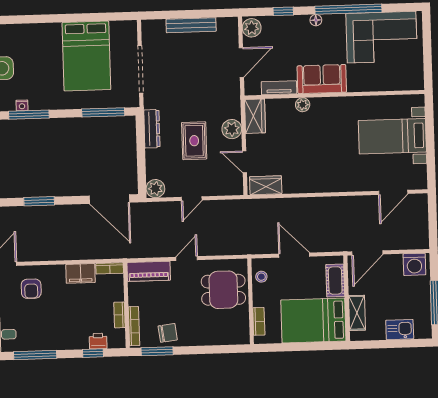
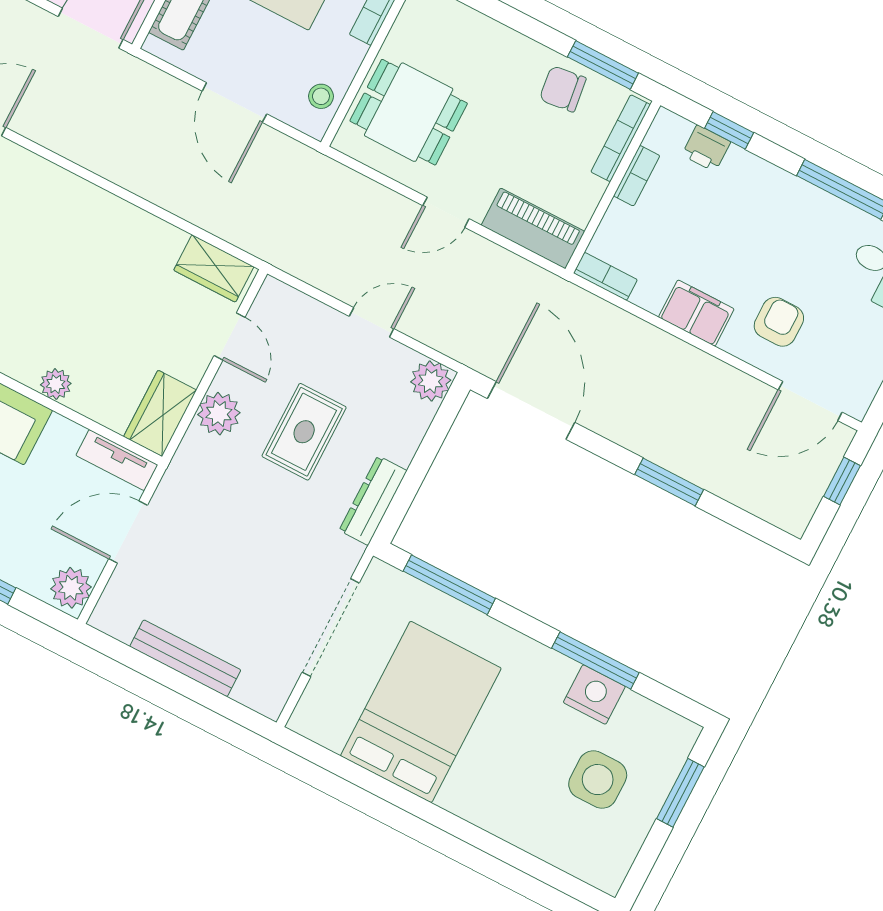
tv unit: (279, 88) -> (117, 460), moved
nightstand: (22, 105) -> (594, 694), width x1.89, depth x1.79
filing cabinet: (80, 273) -> (696, 313), moved

